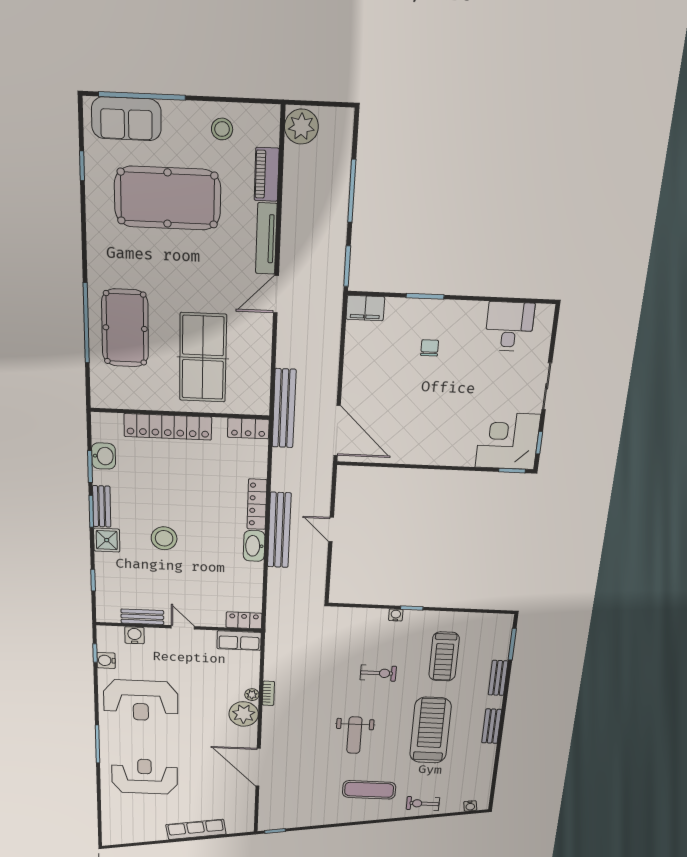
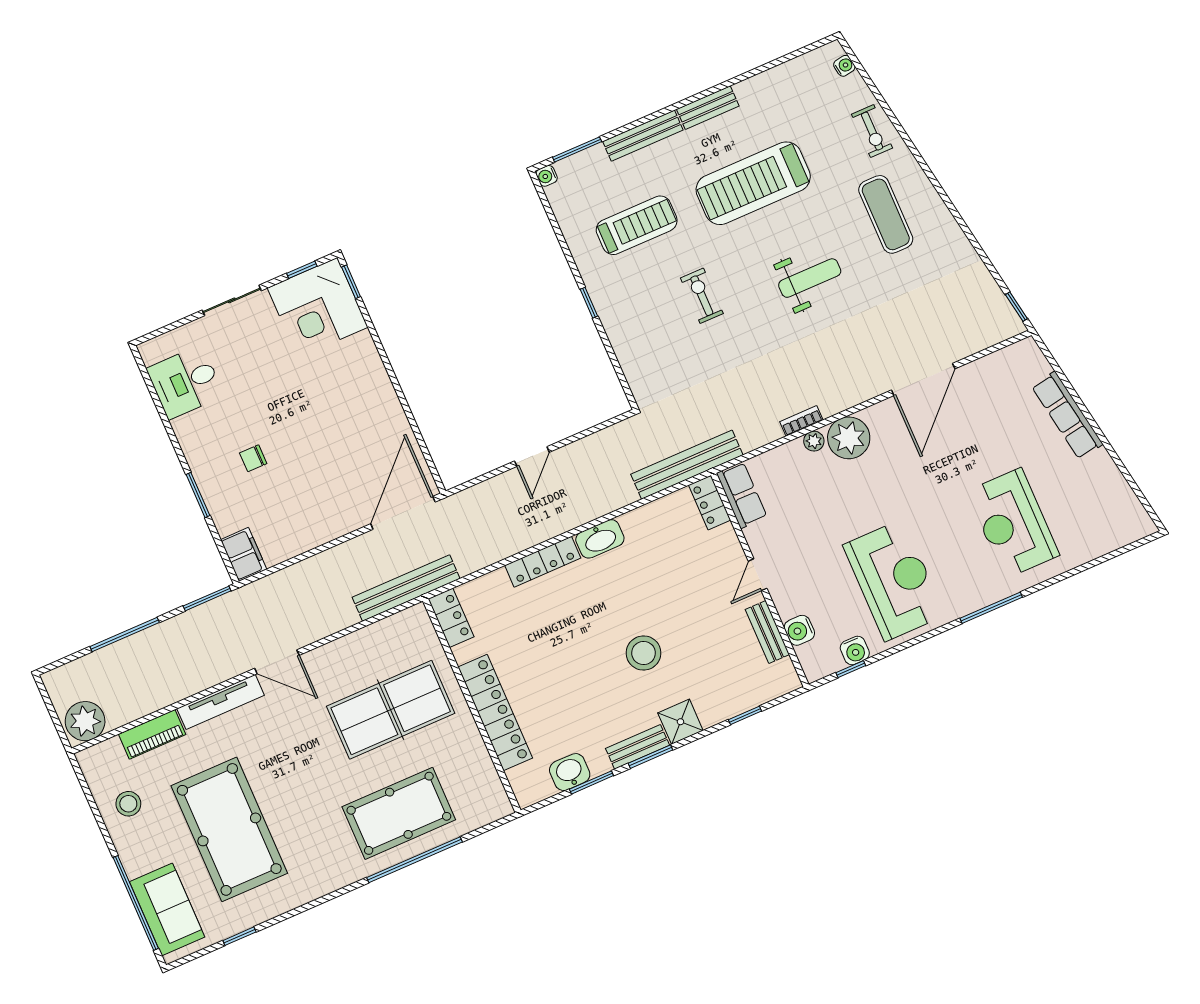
bench: (279, 530) -> (687, 465), moved
water cooler: (396, 615) -> (547, 176), moved
bench: (498, 678) -> (643, 136), width x1.36

